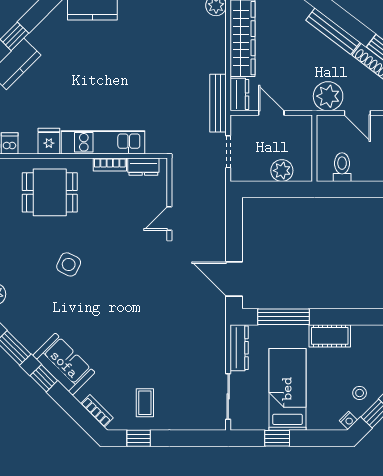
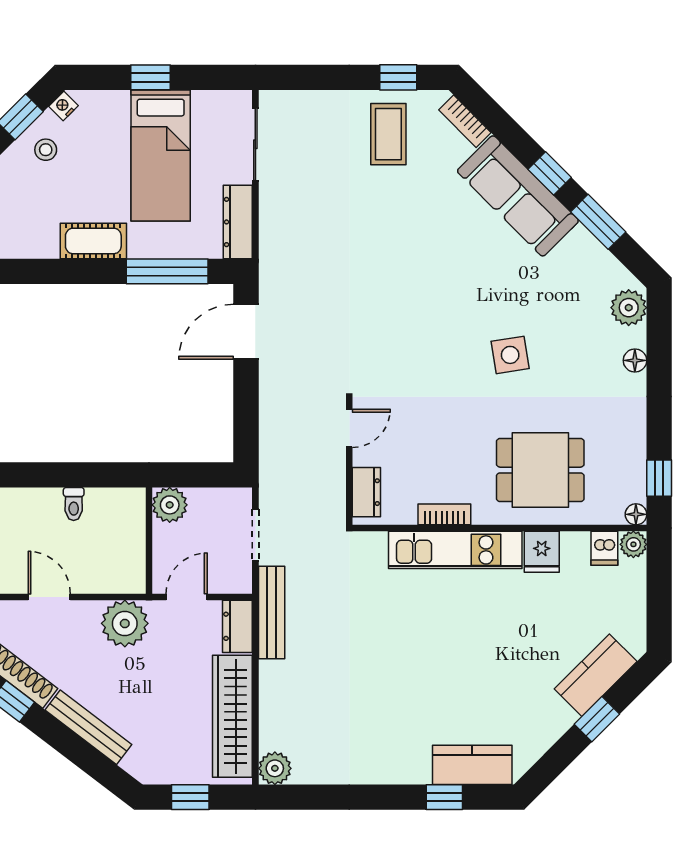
plant: (328, 96) -> (125, 623), moved
door: (271, 113) -> (187, 597), swing flipped
wall: (314, 148) -> (149, 541), moved
dresser: (143, 167) -> (366, 492), moved, turned 90
toilet: (342, 167) -> (74, 504), width x0.73, depth x0.72
side table: (69, 264) -> (510, 355), turned -35
door: (234, 279) -> (246, 332), swing flipped
sofa: (64, 364) -> (518, 196), width x1.36
coffee table: (145, 403) -> (388, 134), width x1.36, depth x1.30
window: (277, 438) -> (151, 77), moved

